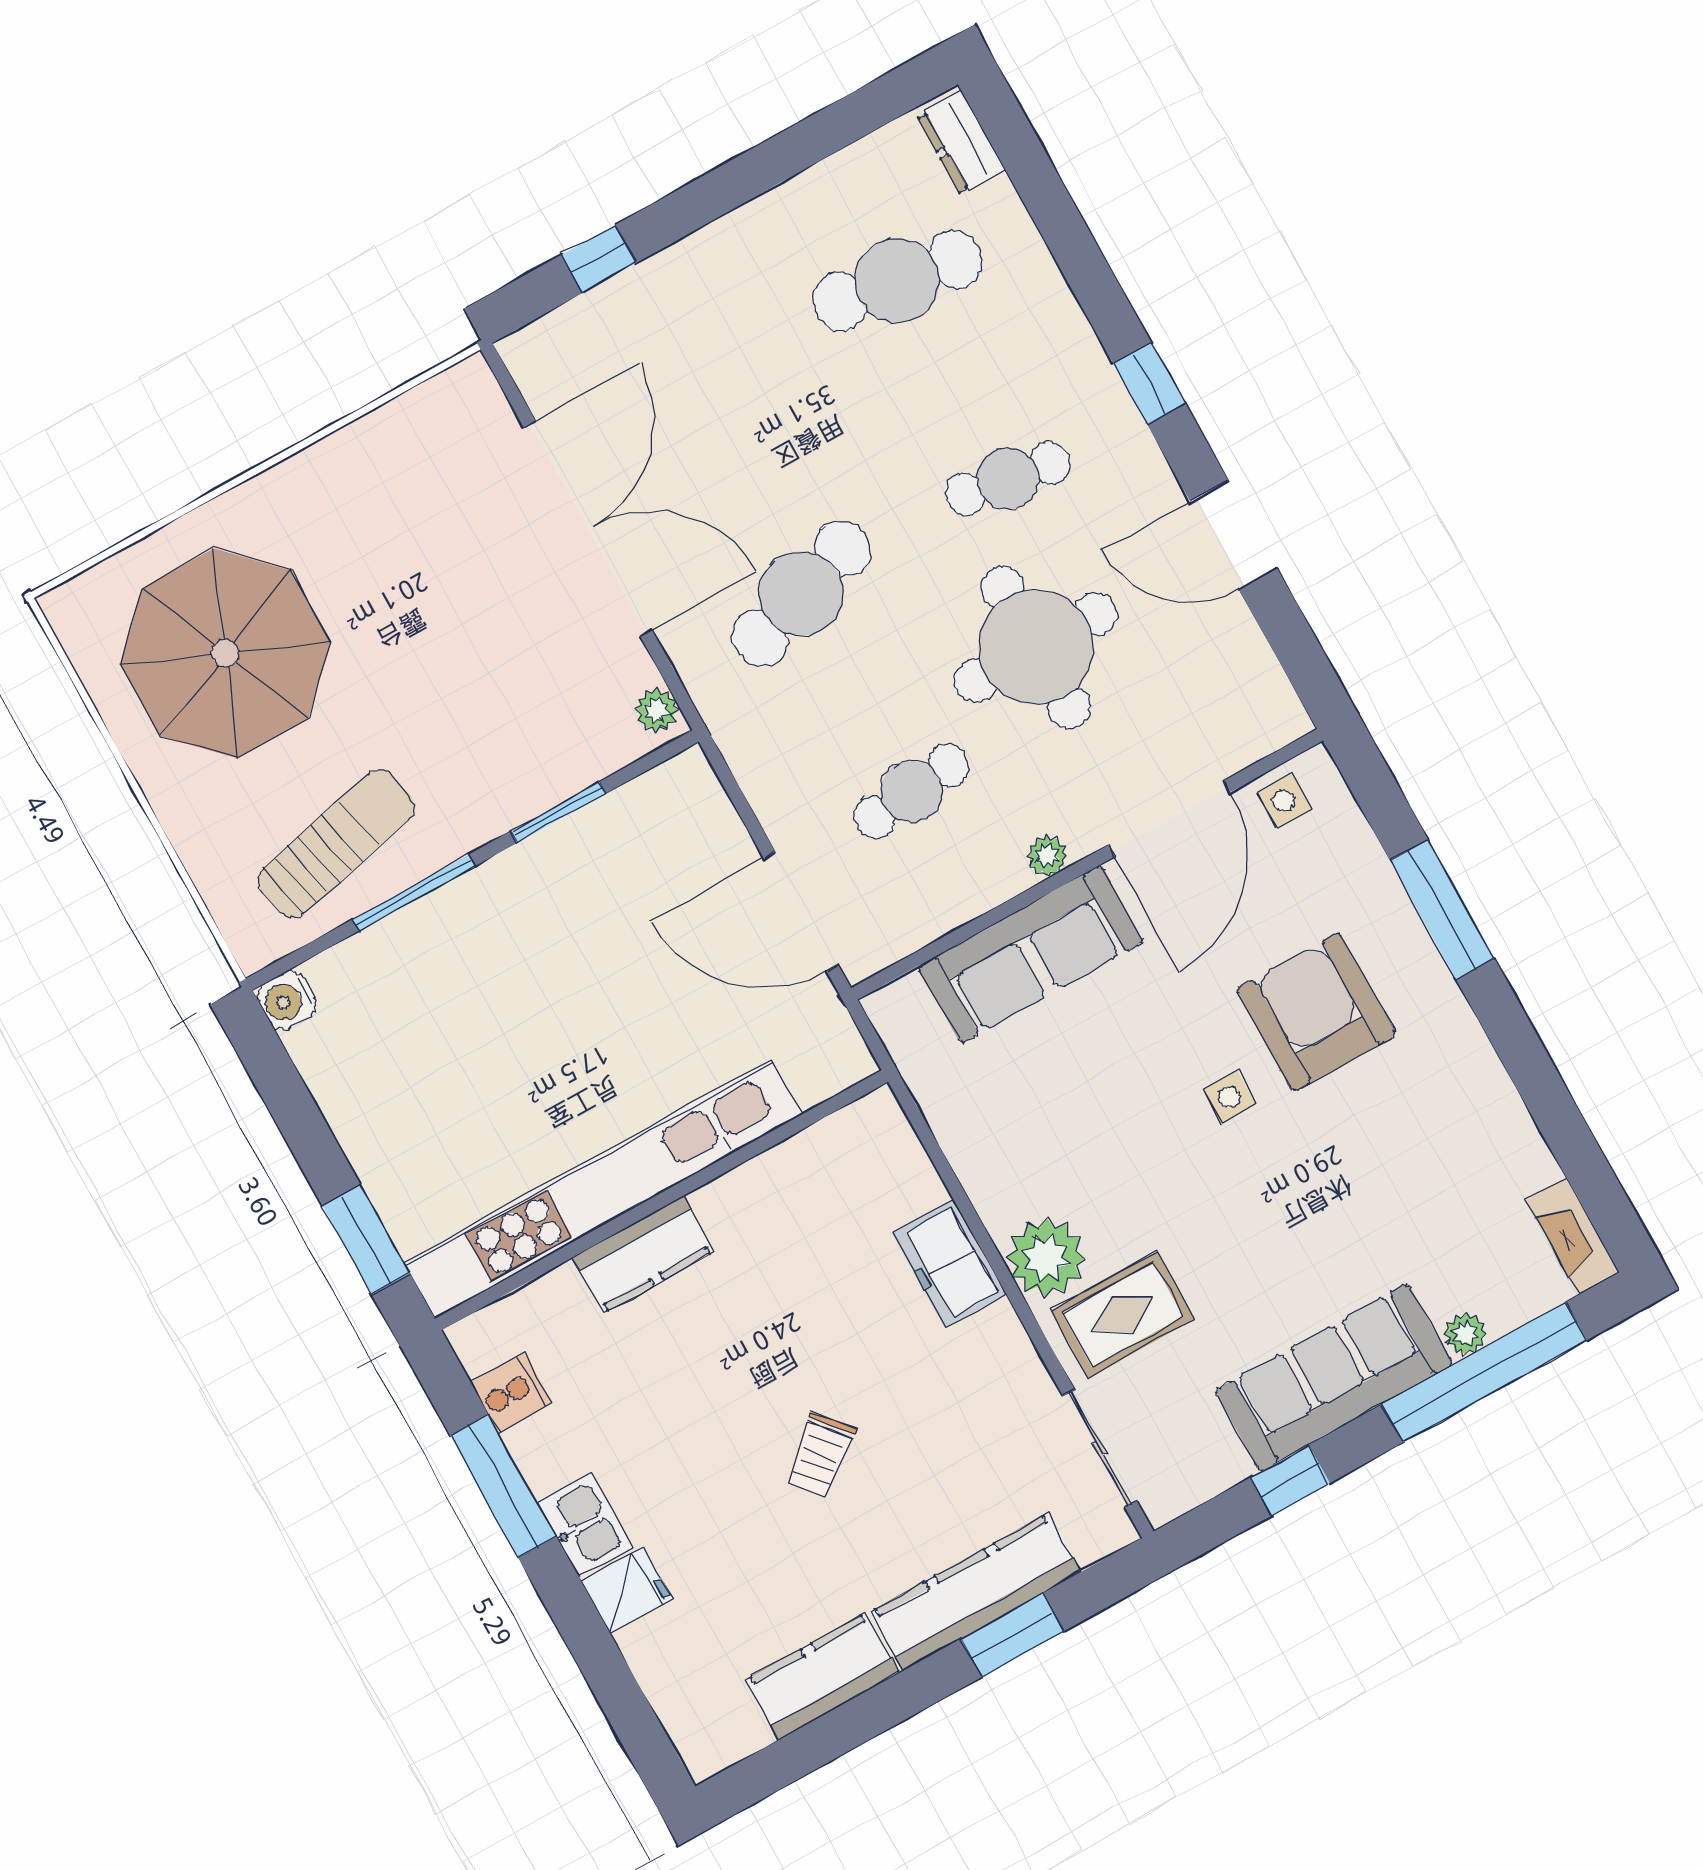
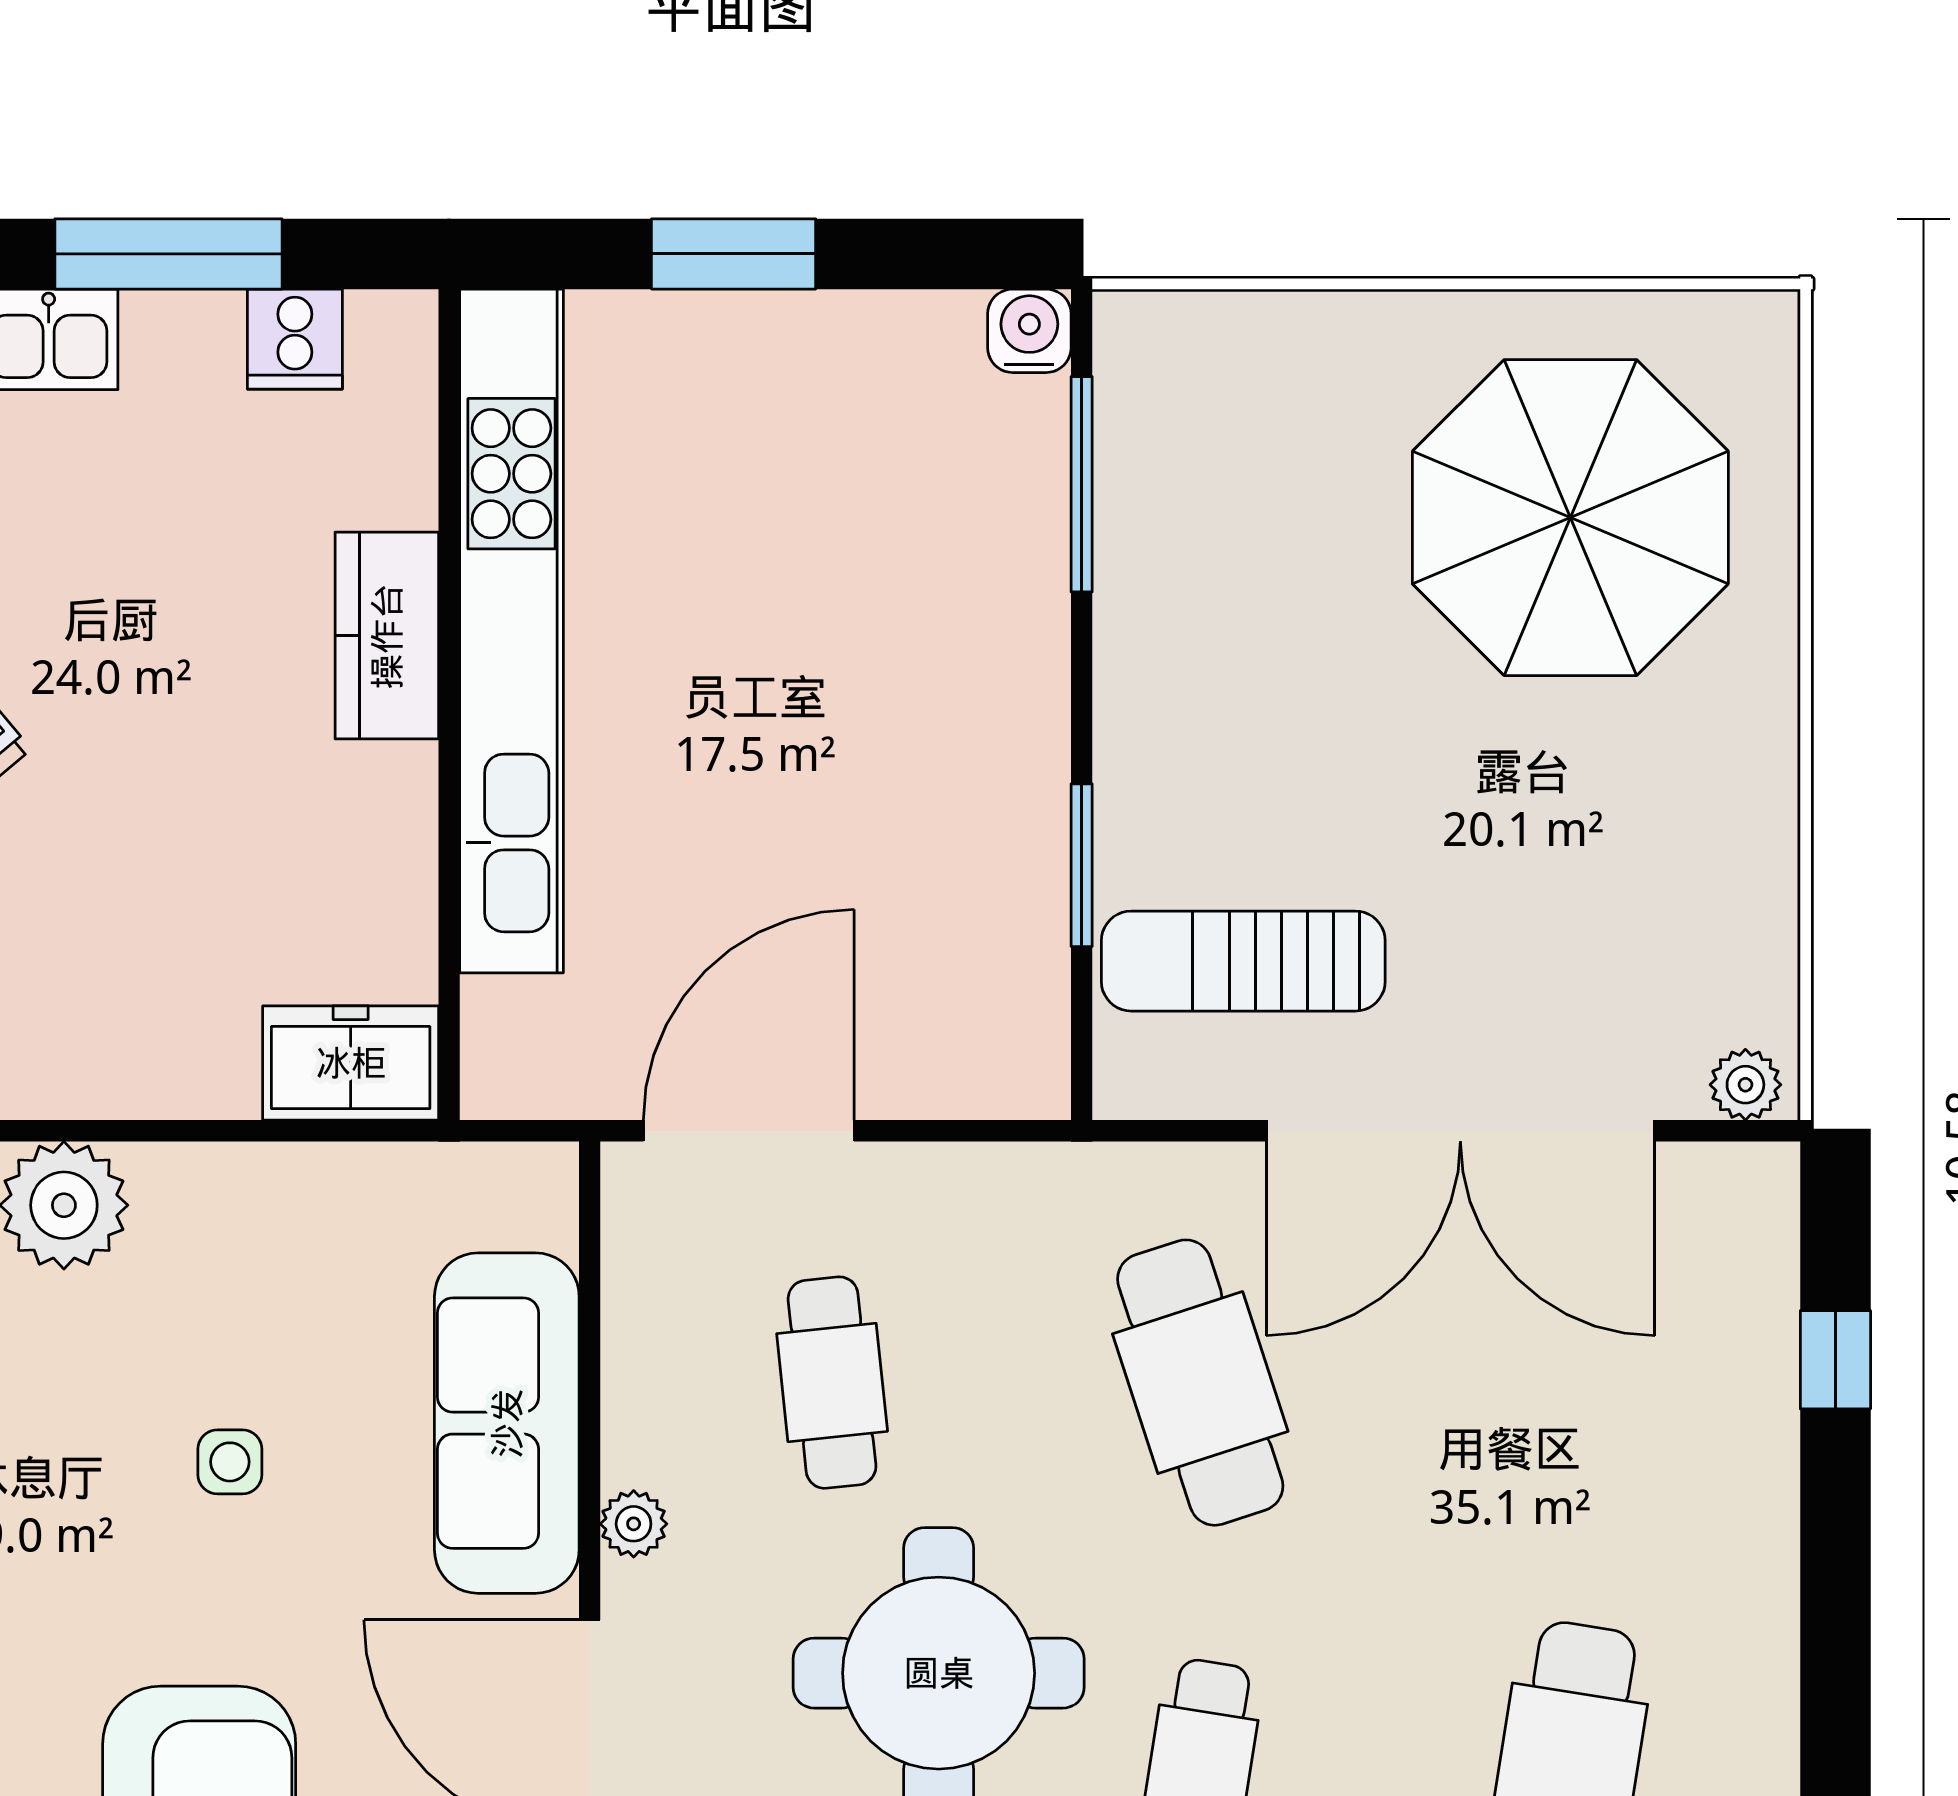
plant: (657, 710) -> (1745, 1085), moved
sun lounger: (336, 844) -> (1243, 961), moved, turned 103
window: (414, 893) -> (1082, 484), moved
side table: (1229, 1097) -> (230, 1462), moved
window: (366, 1240) -> (734, 254), moved
freezer: (949, 1264) -> (351, 1063), moved

